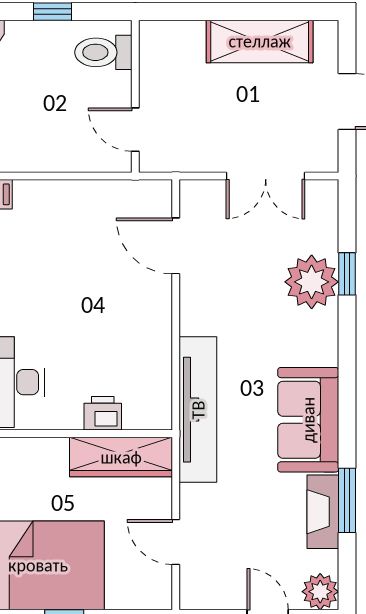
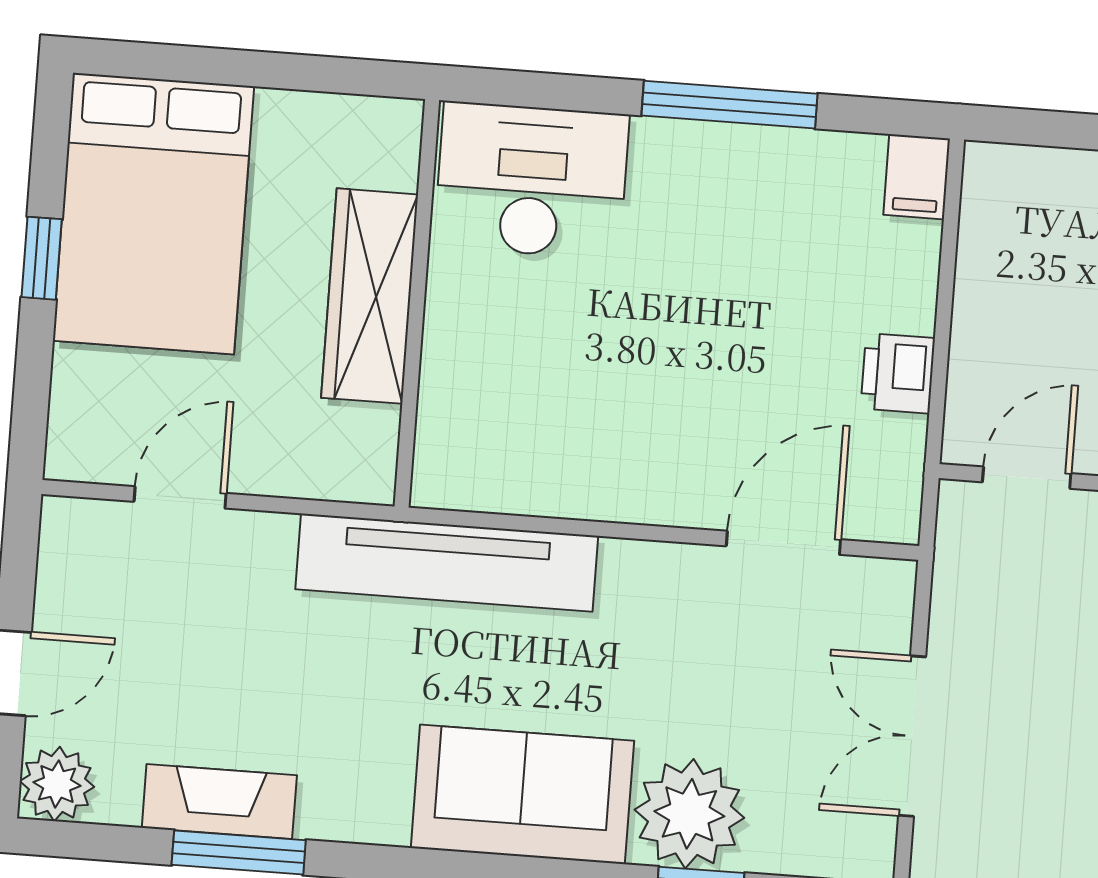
printer: (103, 413) -> (898, 373), moved, turned 180
sofa: (308, 420) -> (522, 794), moved
wardrobe: (121, 457) -> (370, 296), moved

